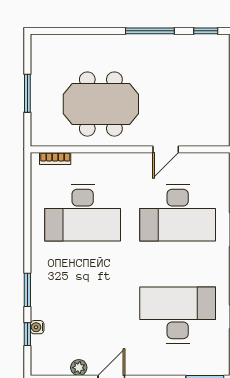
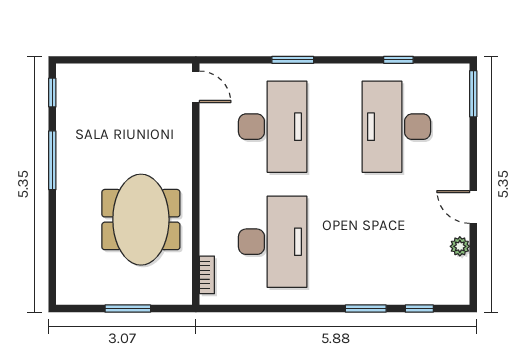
door: (166, 149) -> (196, 87), moved
water cooler: (37, 327) -> (411, 297), removed

